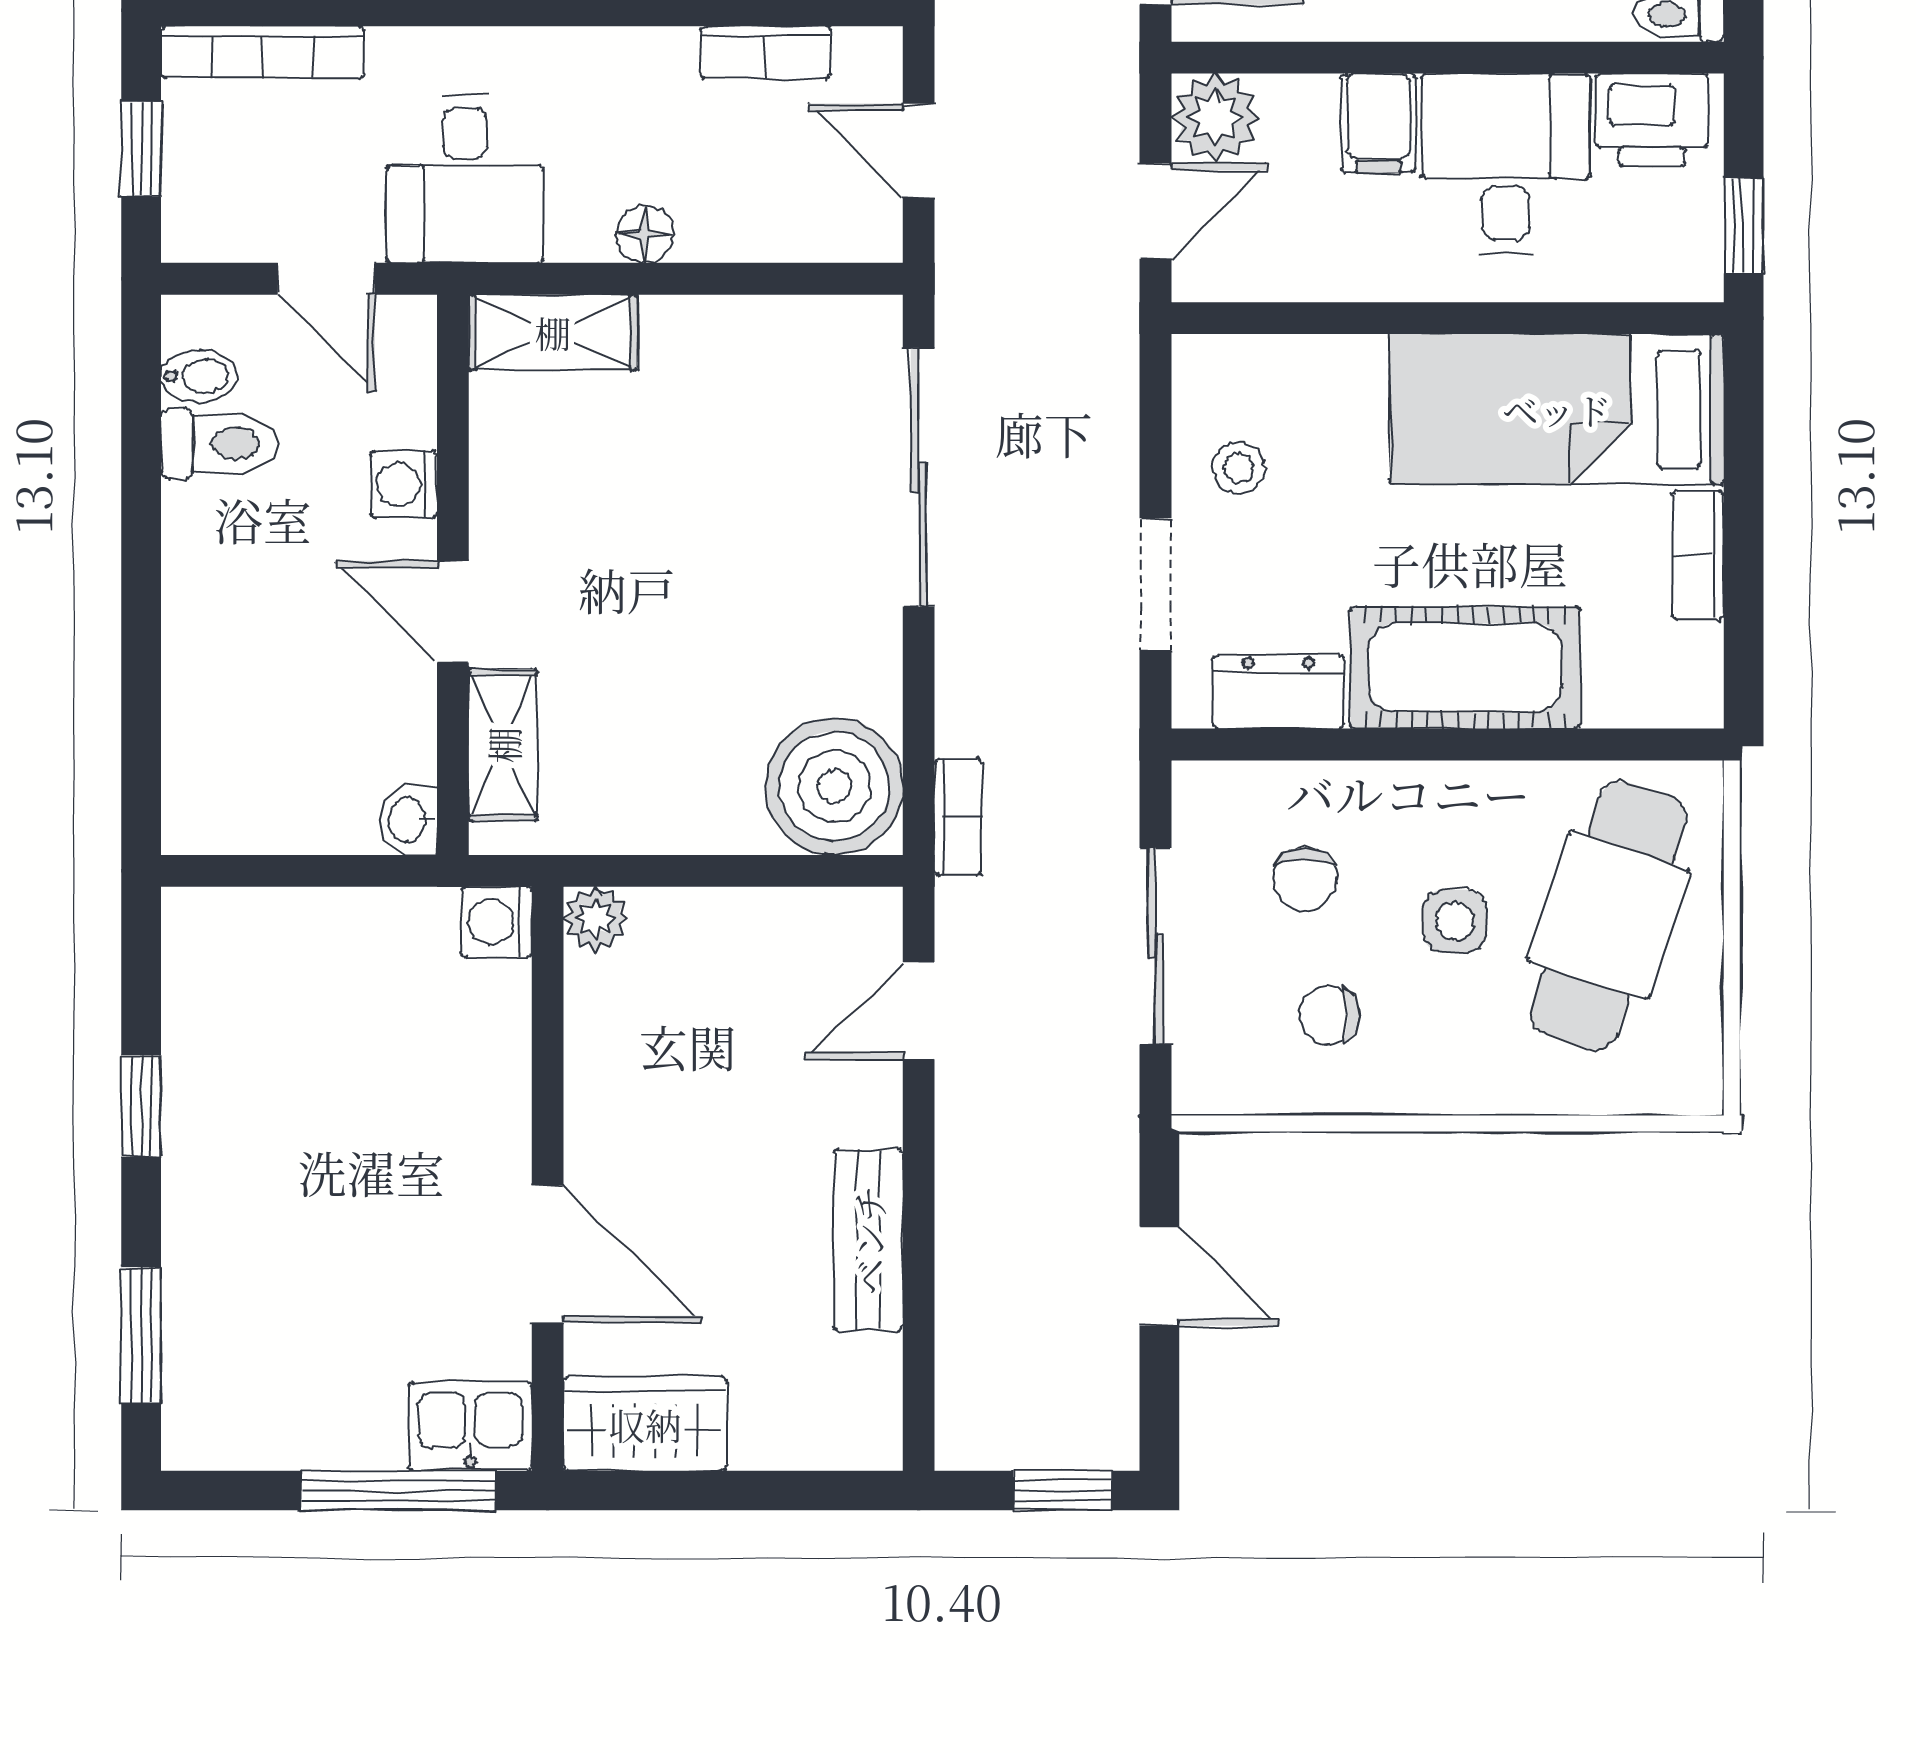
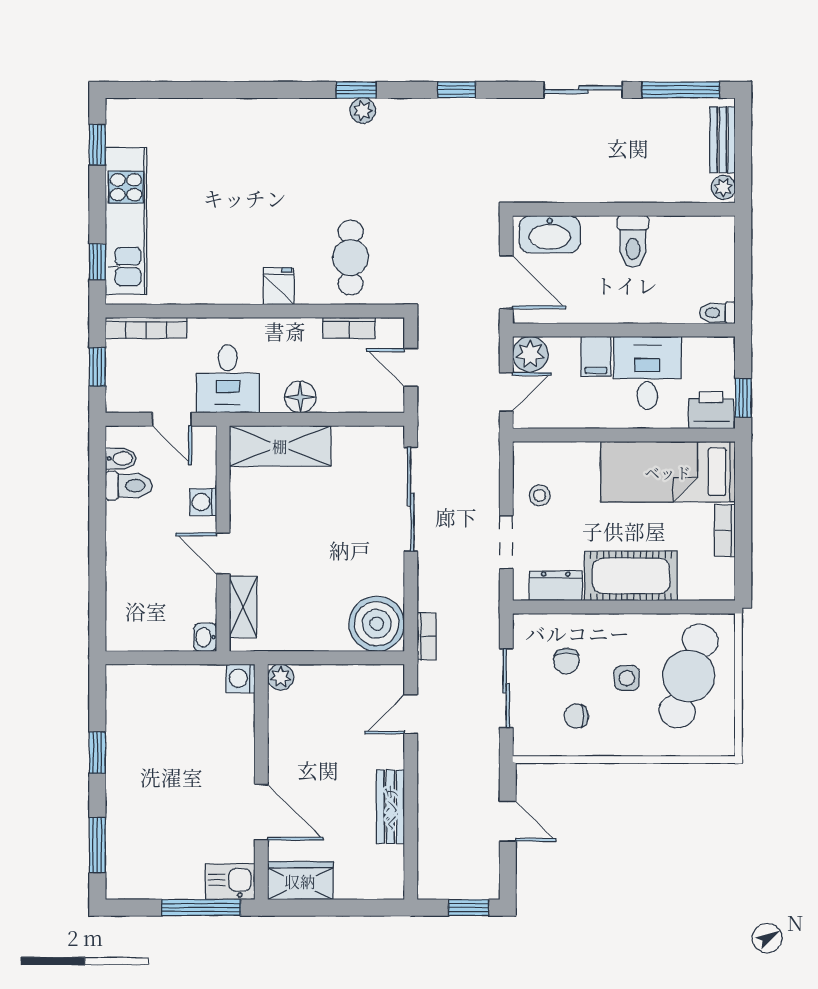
printer: (1652, 120) -> (711, 410), moved, turned 180
floor lamp: (645, 234) -> (300, 397), width x1.37, depth x1.37
shelving: (553, 332) -> (280, 446), width x1.50, depth x1.33

